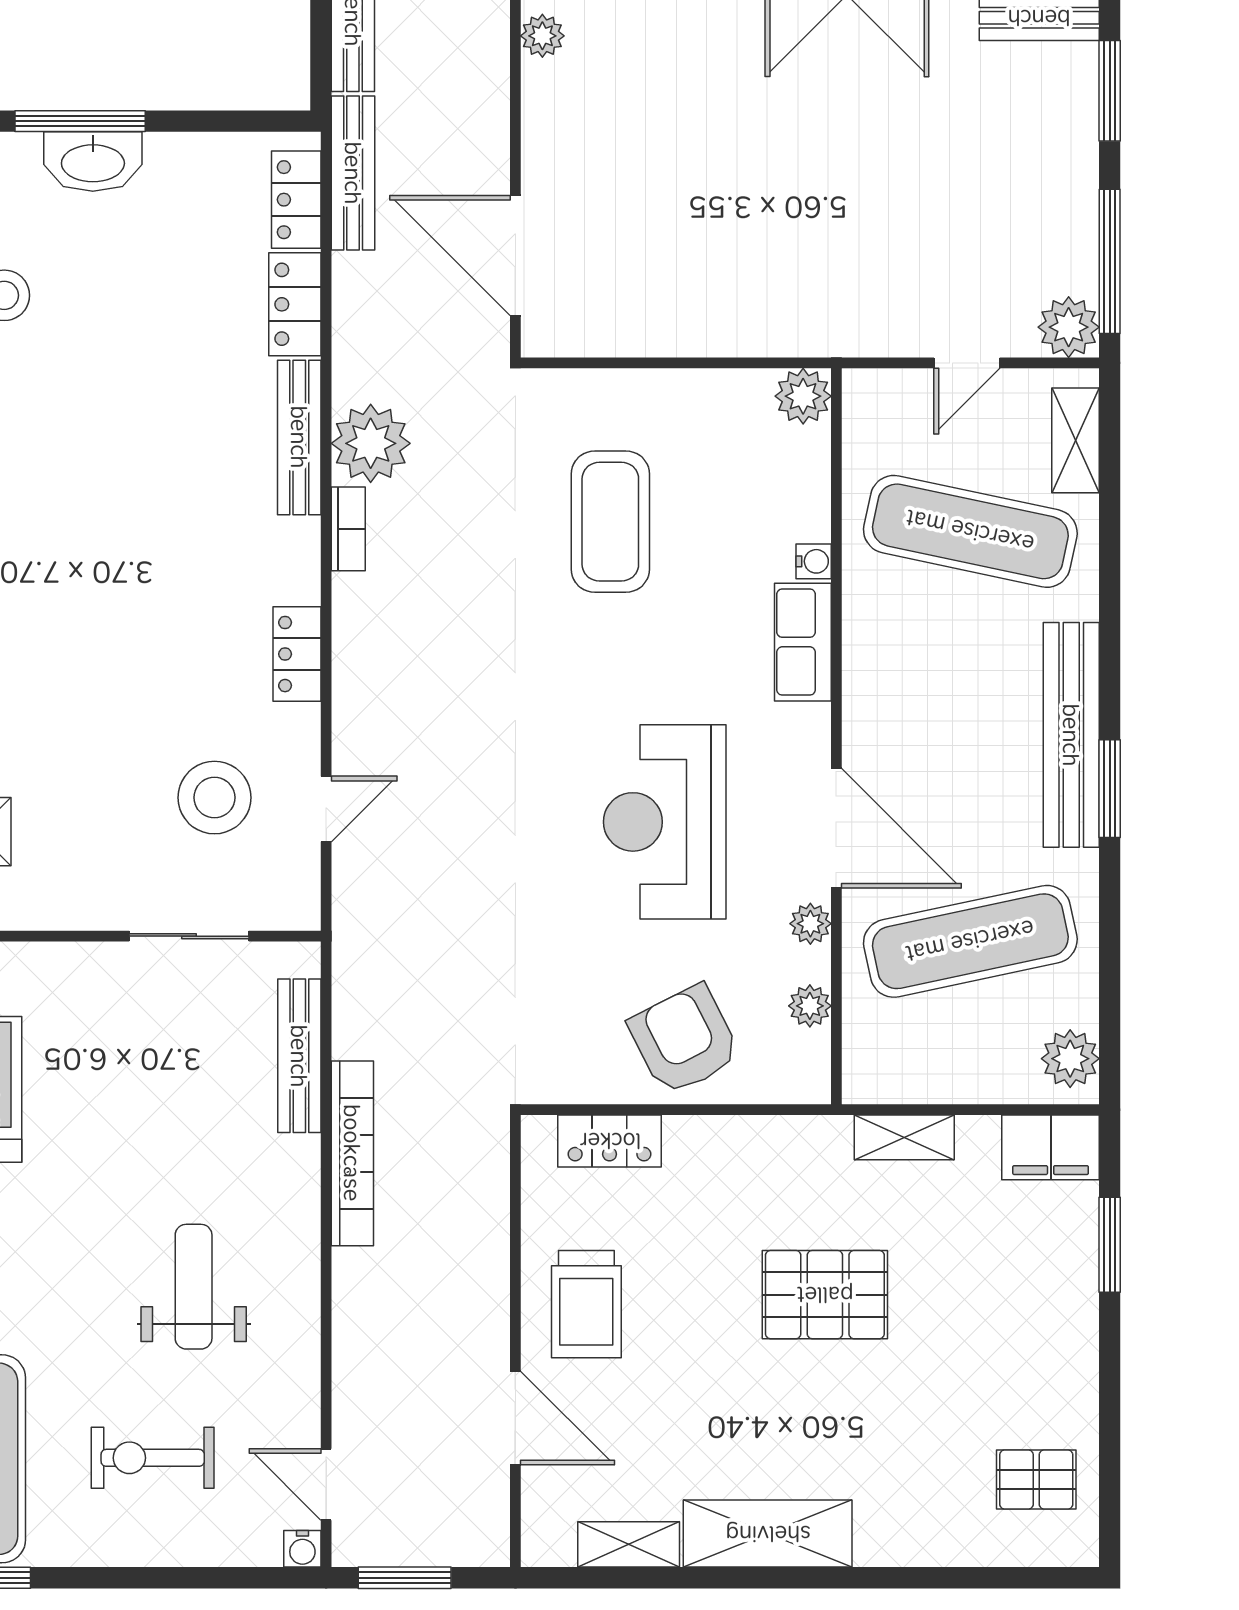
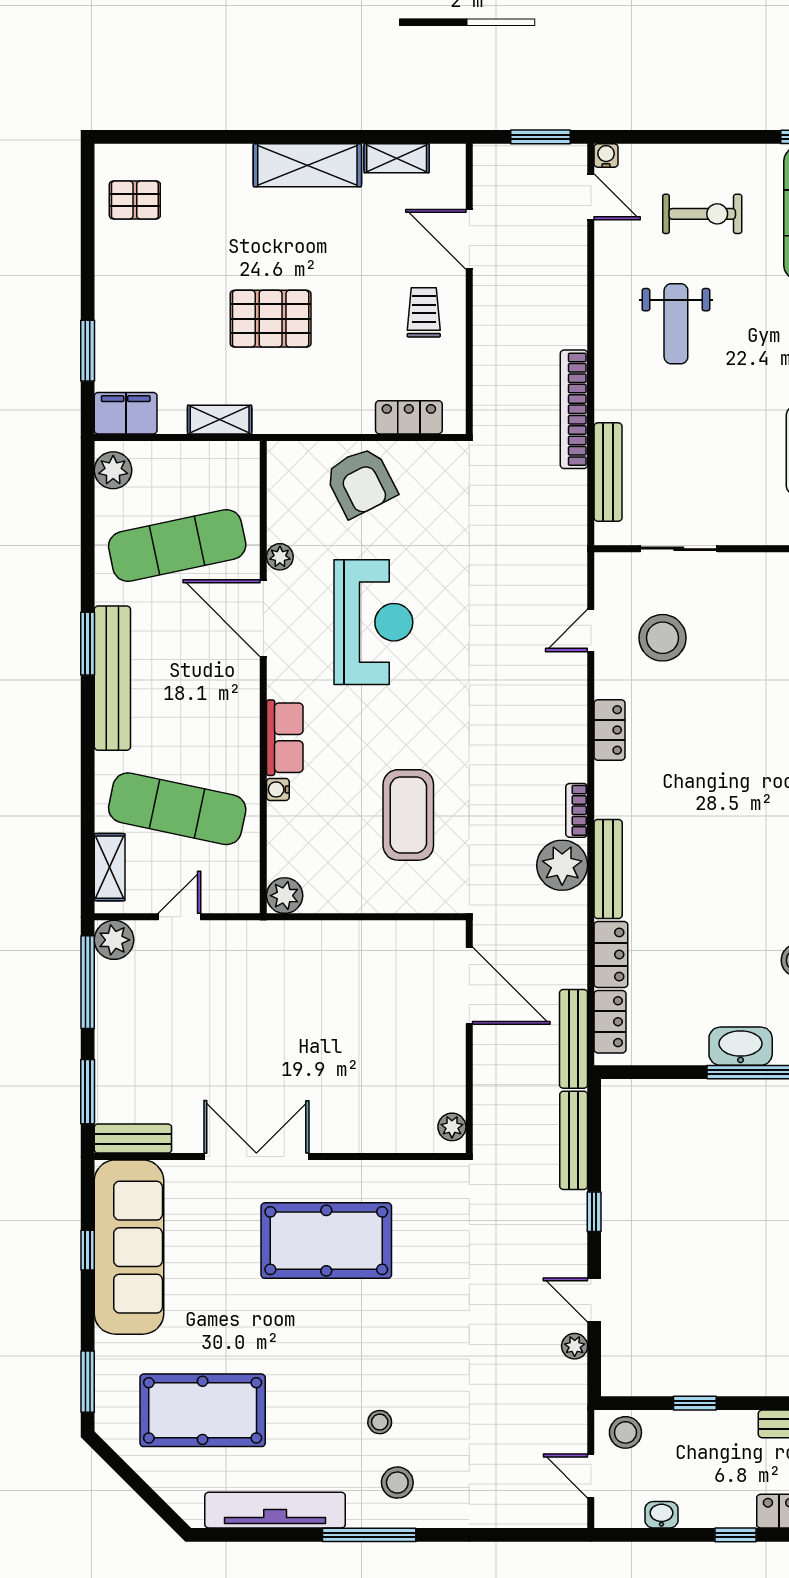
plant: (810, 1006) -> (280, 504), removed
trolley: (586, 1304) -> (424, 312), width x0.73, depth x0.72

